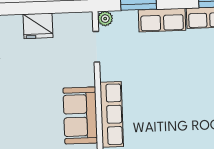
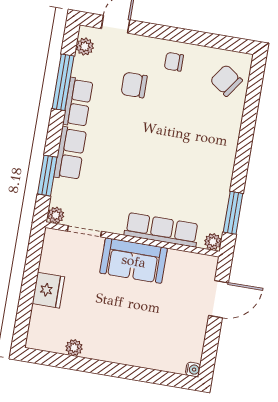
sofa: (80, 115) -> (134, 261), moved

